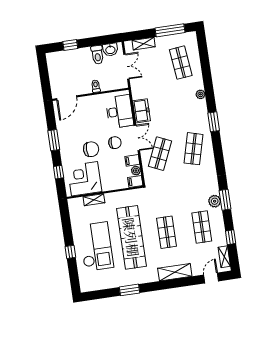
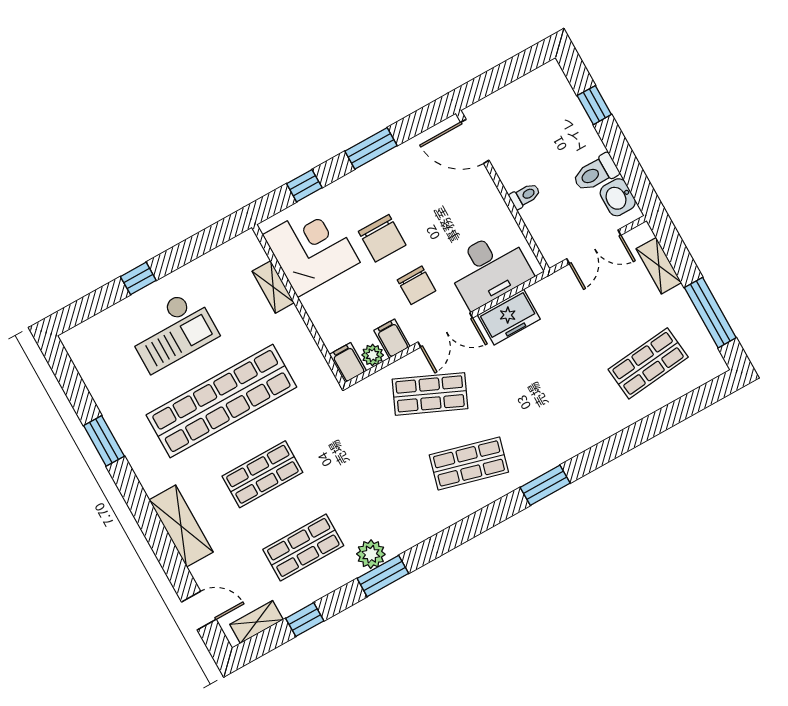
plant: (200, 94) -> (594, 433), removed
checkout: (96, 246) -> (172, 331), width x0.73, depth x0.83

